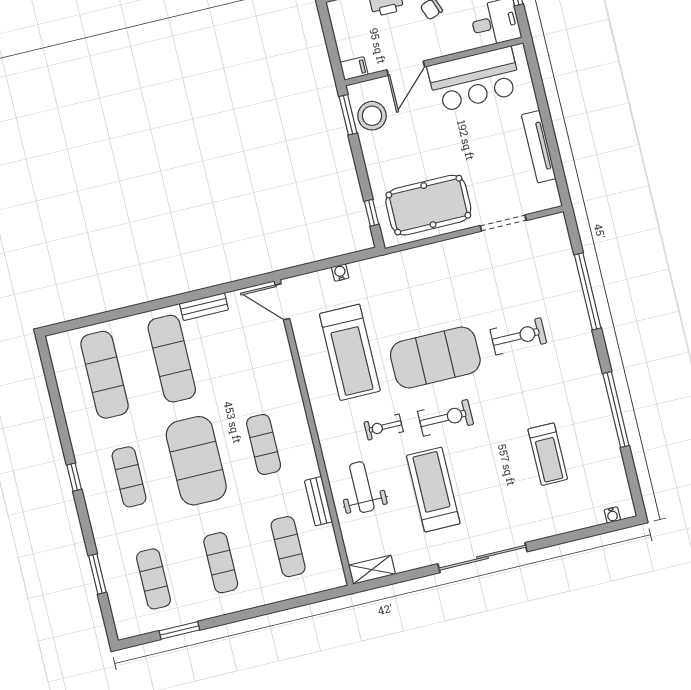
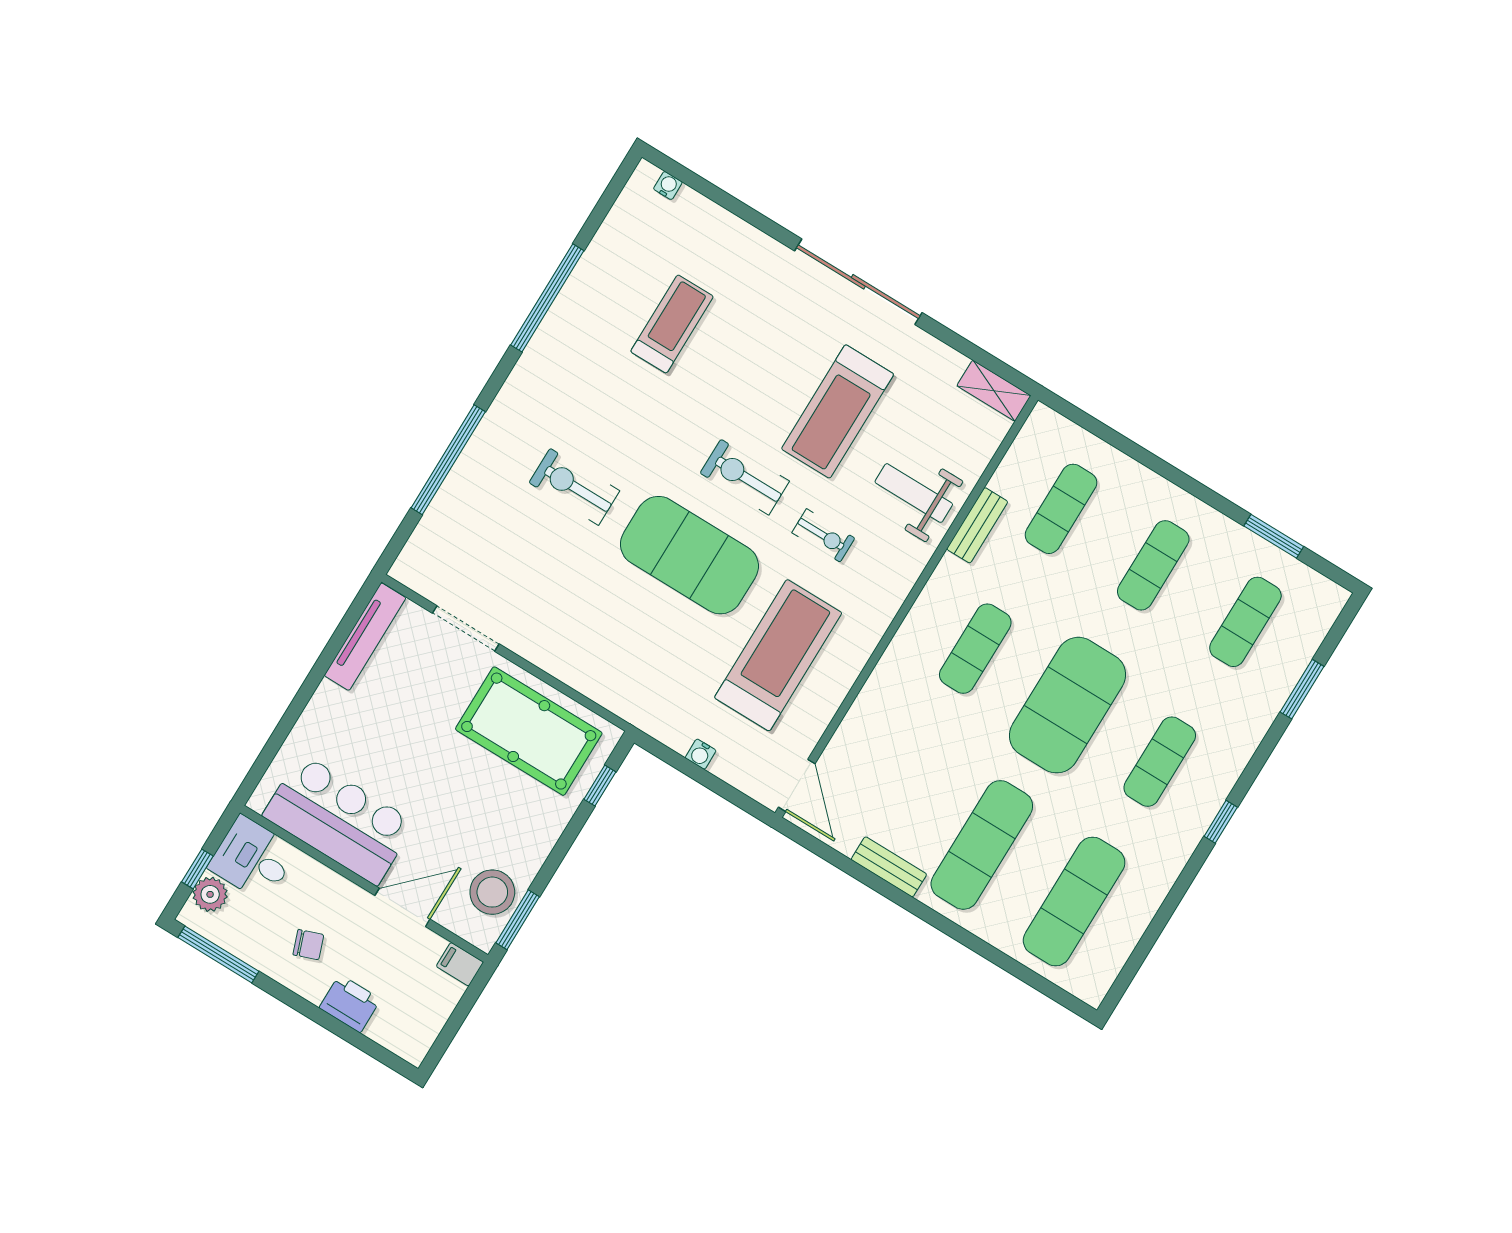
tv unit: (539, 147) -> (365, 637), moved
weight bench: (362, 487) -> (914, 493), turned 90

